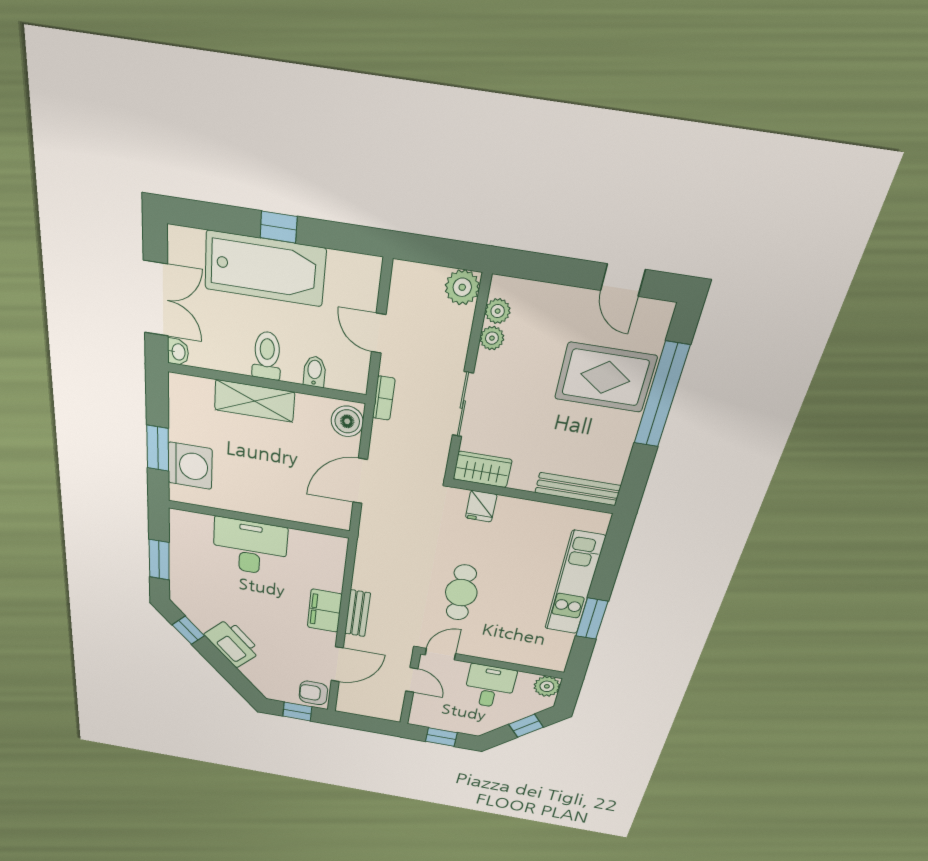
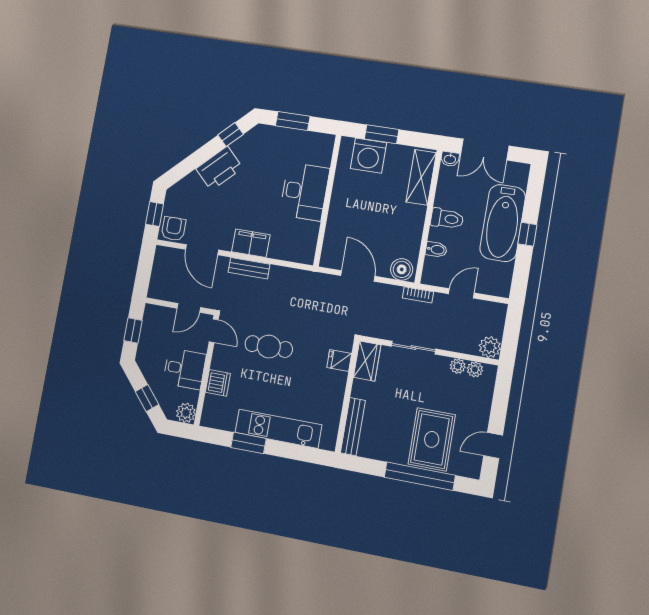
shelving: (254, 401) -> (421, 177), moved
dishwasher: (509, 651) -> (218, 383), added

